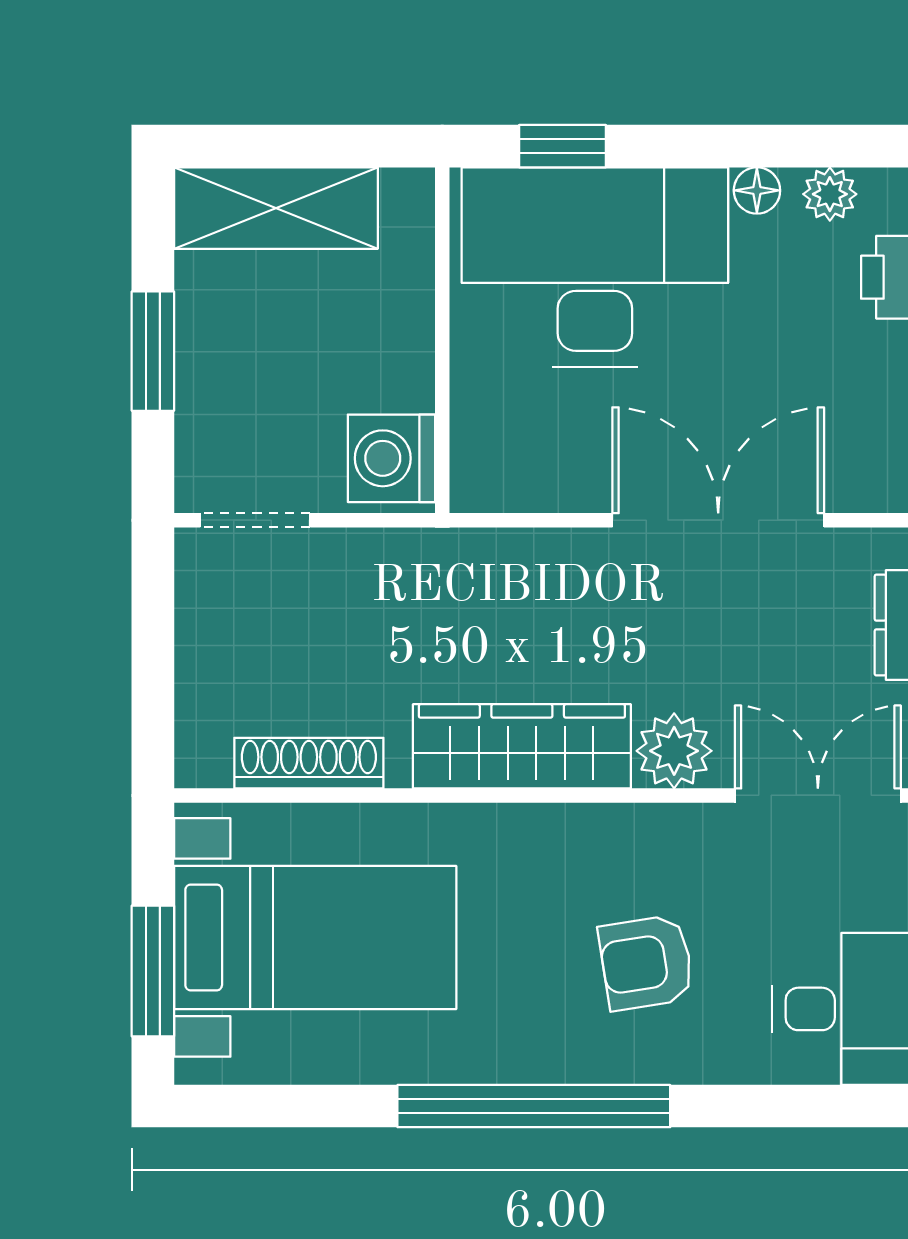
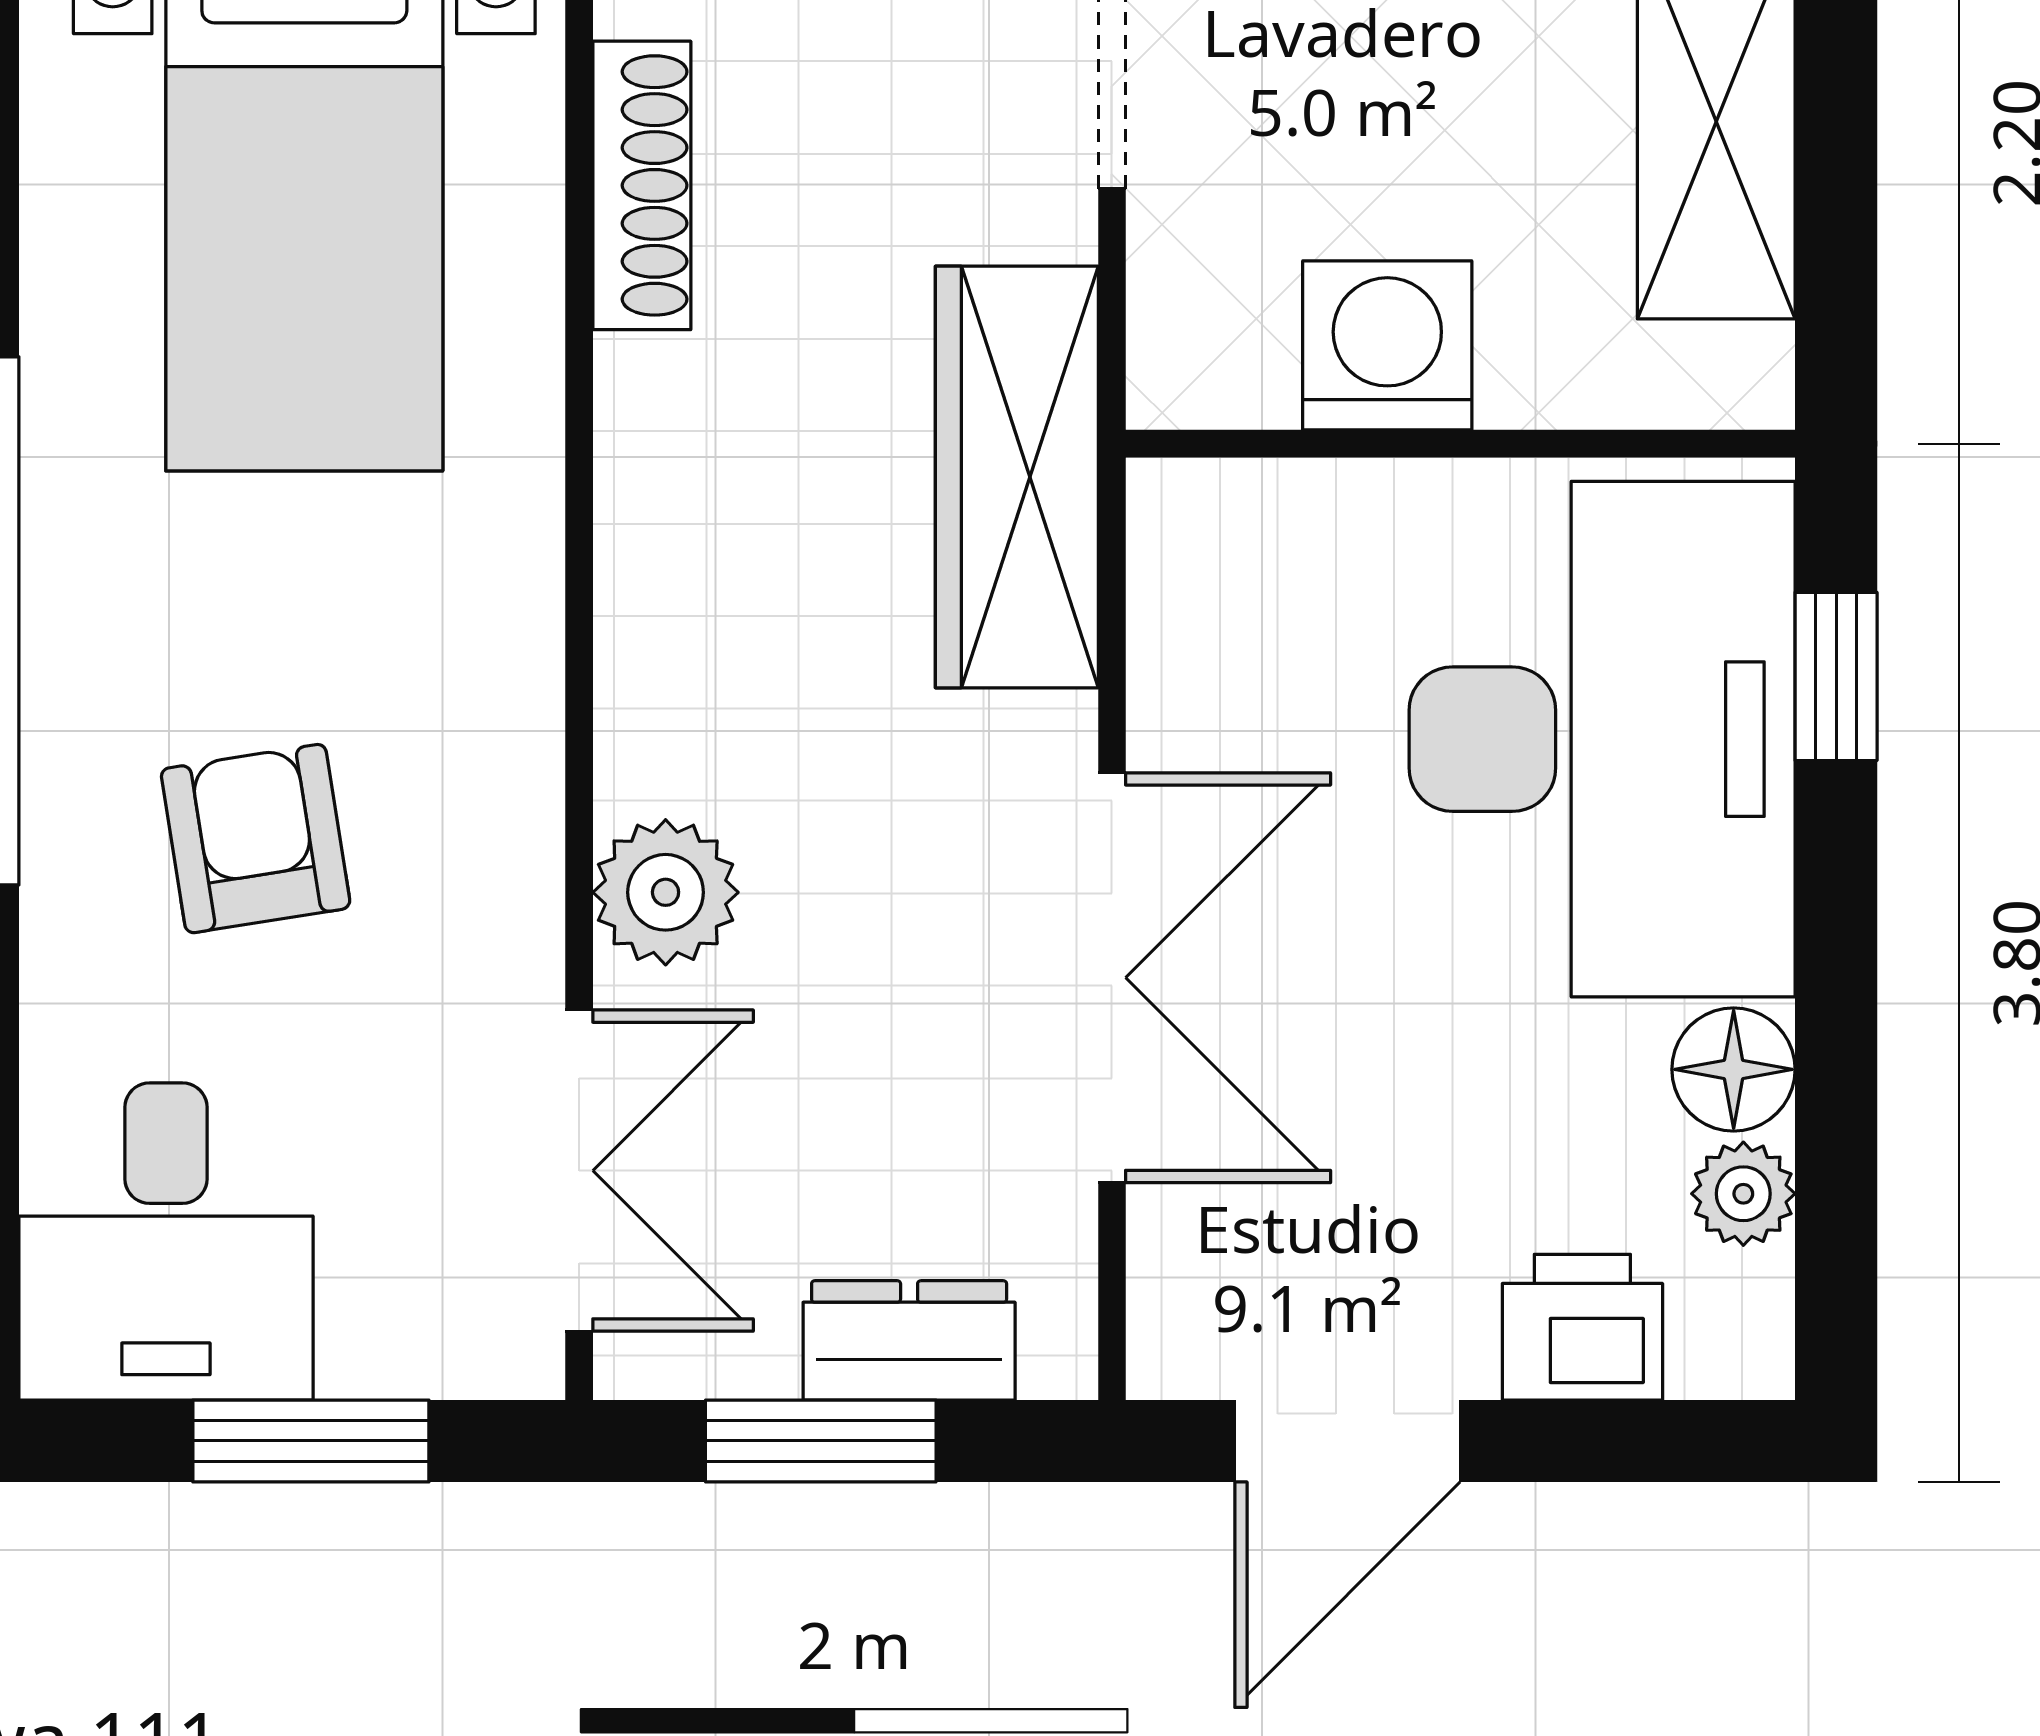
floor lamp: (757, 190) -> (1734, 1069), width x1.37, depth x1.37
washing machine: (391, 458) -> (1387, 345), moved
wardrobe: (522, 746) -> (1017, 477), moved, turned 180

